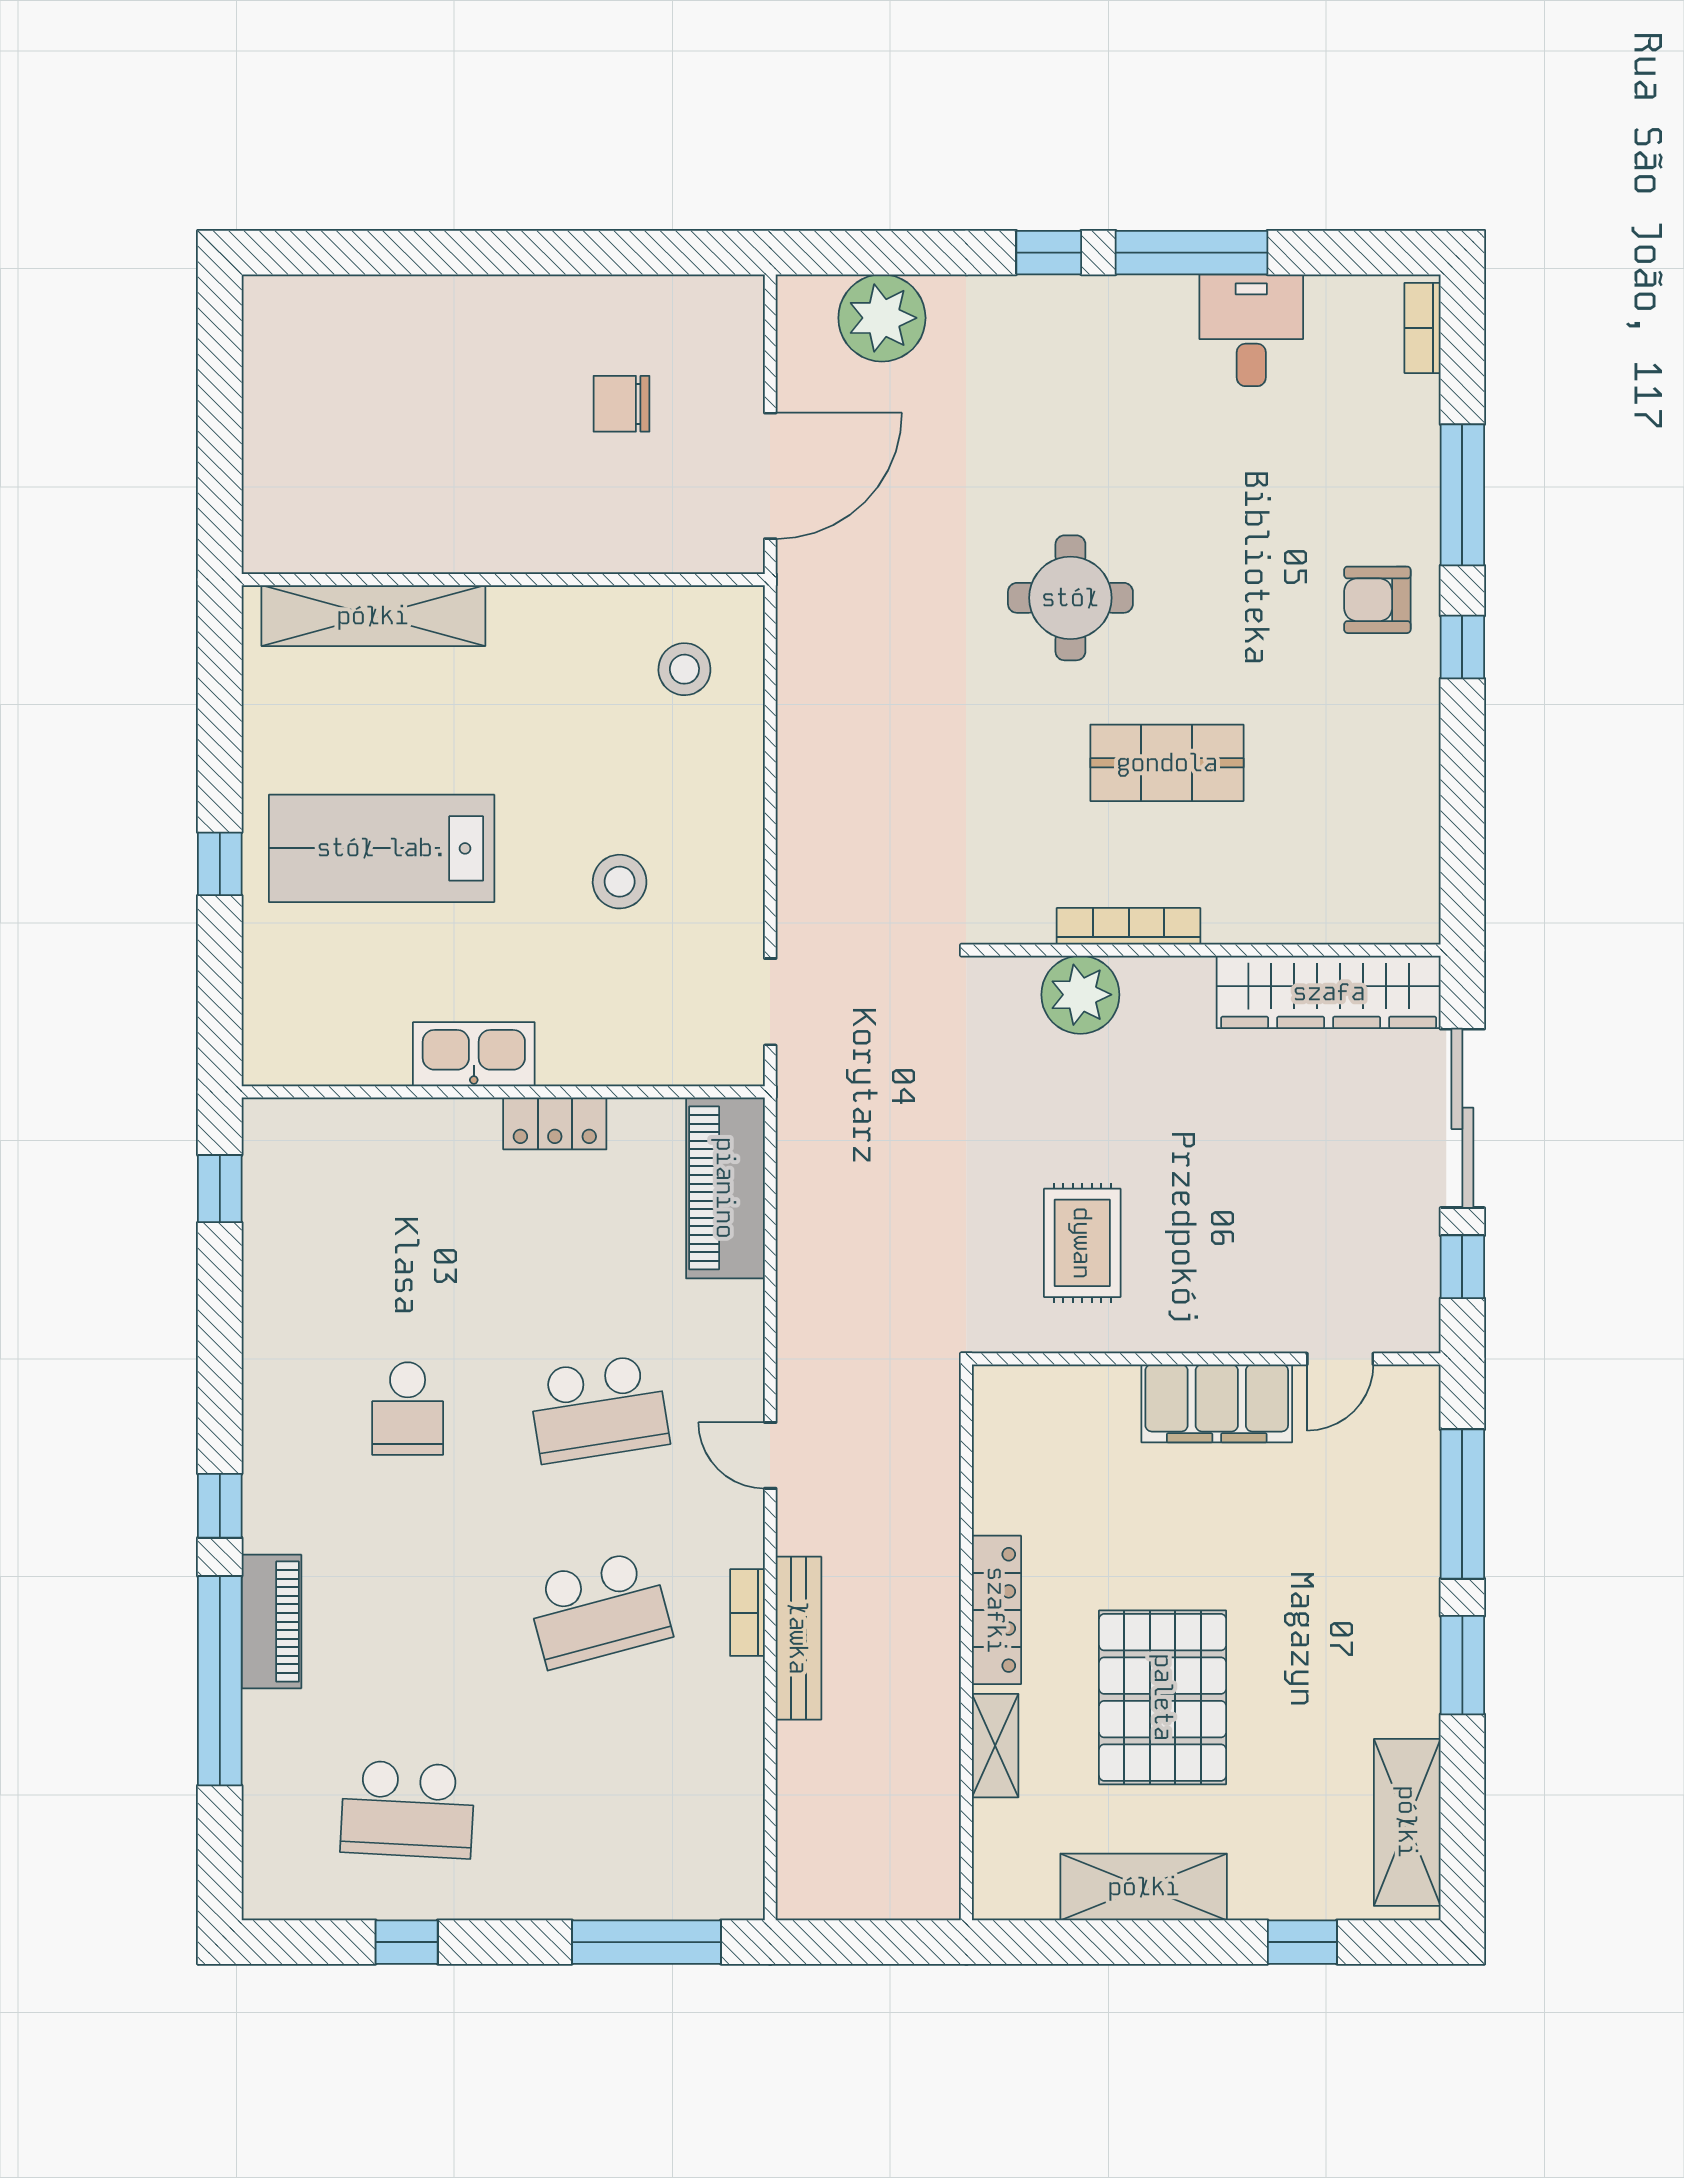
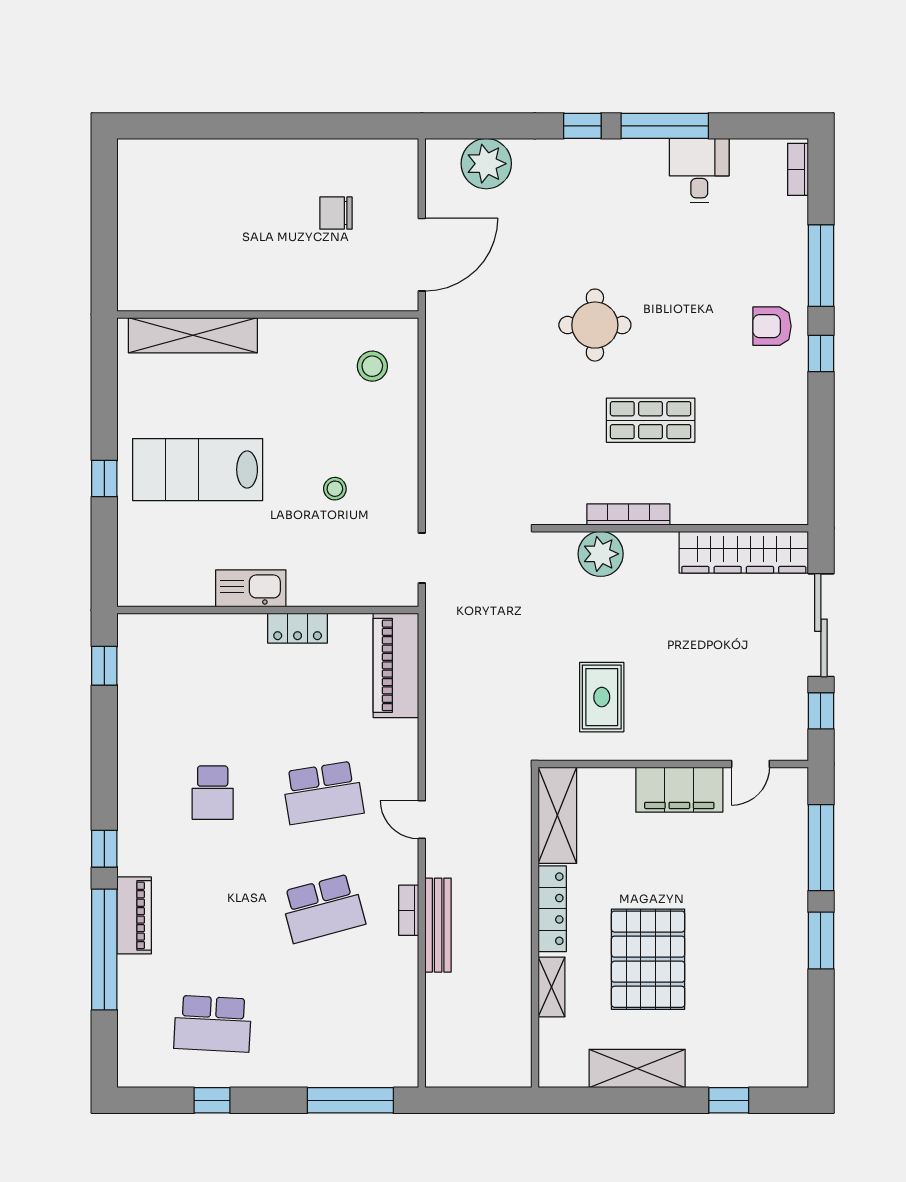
stool: (620, 882) -> (335, 489), width x0.73, depth x0.73
shelving: (1407, 1822) -> (557, 815), moved

